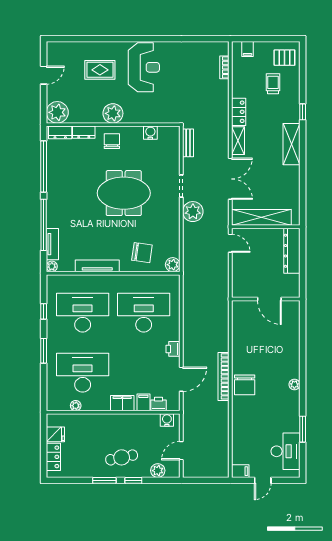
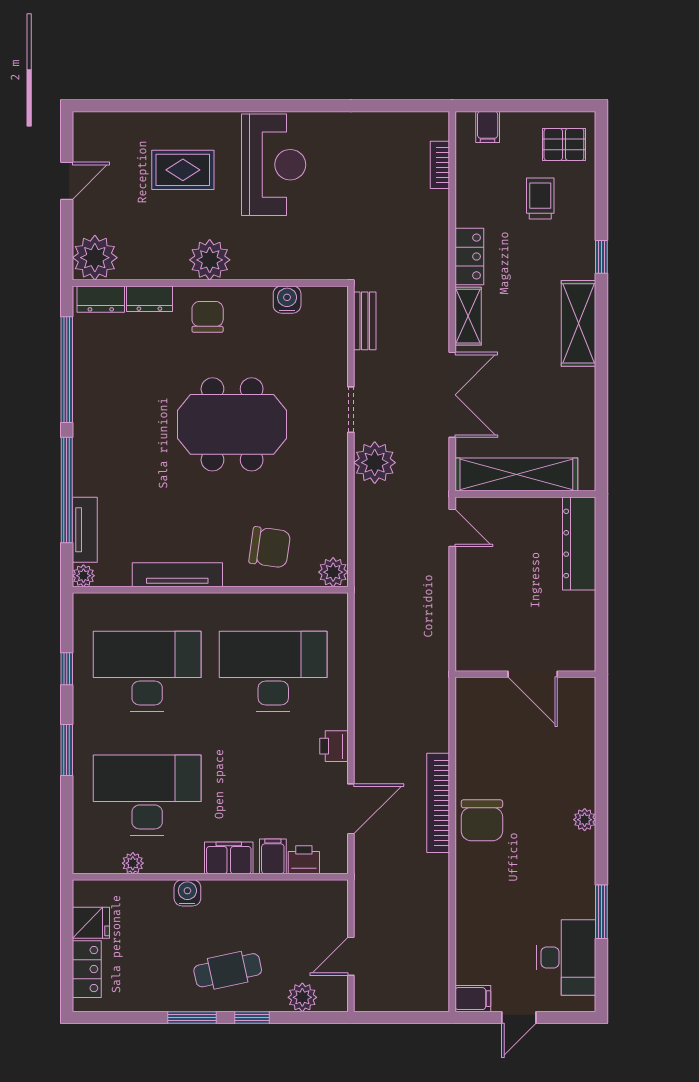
wall: (266, 299) -> (525, 674), moved
door: (269, 299) -> (533, 674), moved
water cooler: (167, 420) -> (187, 893), moved

